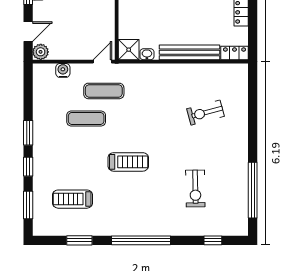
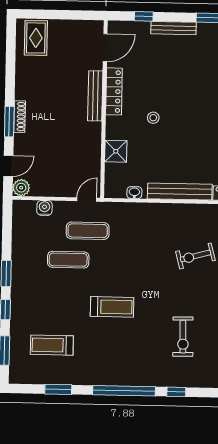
shower: (129, 50) -> (116, 151), moved
window: (213, 240) -> (176, 392), moved

